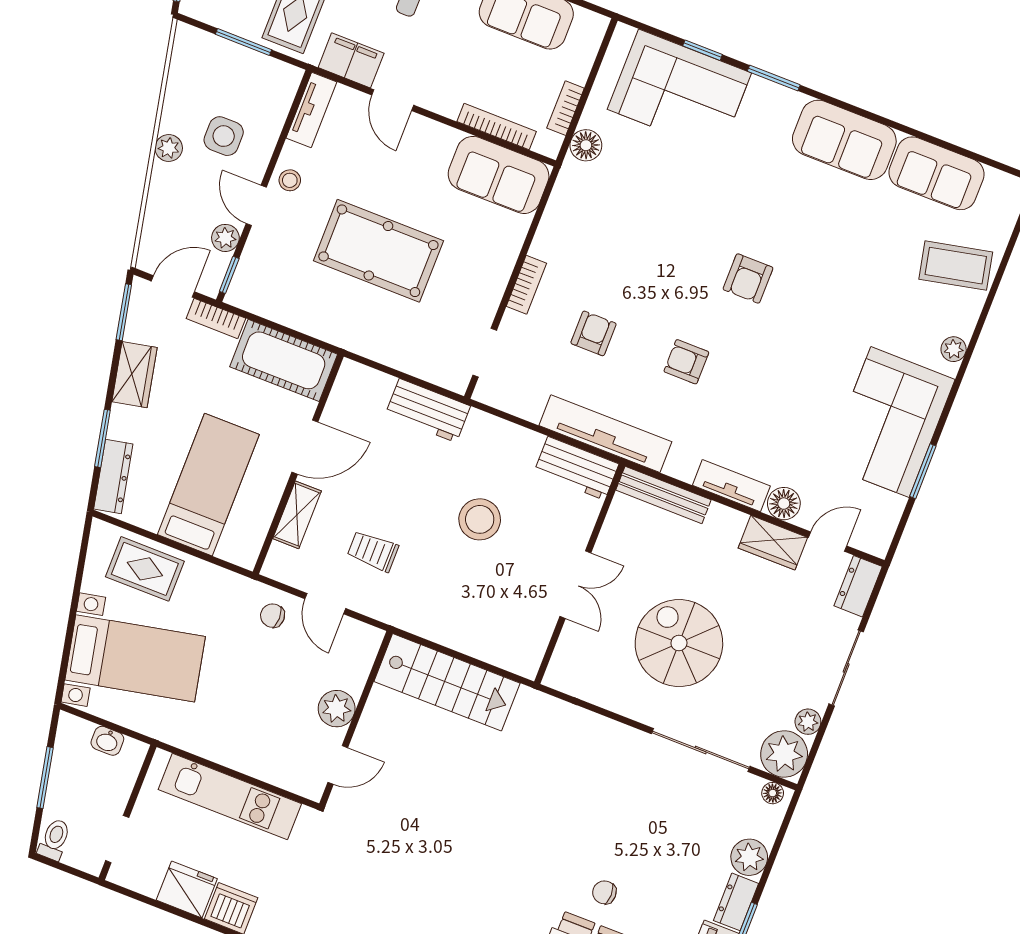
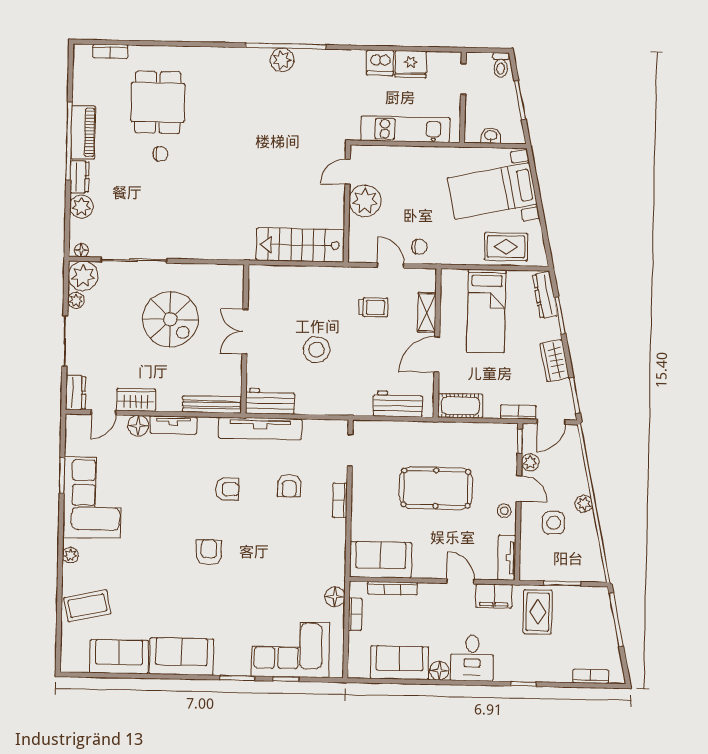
cot: (284, 360) -> (460, 406), width x0.73, depth x0.75
workbench: (428, 410) -> (398, 404), moved
plant: (337, 709) -> (365, 201), width x1.36, depth x1.36

